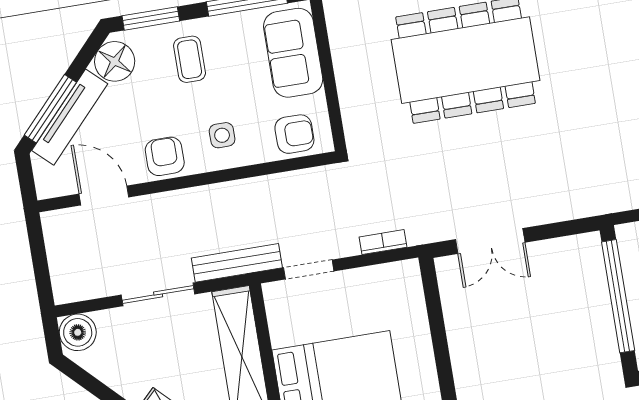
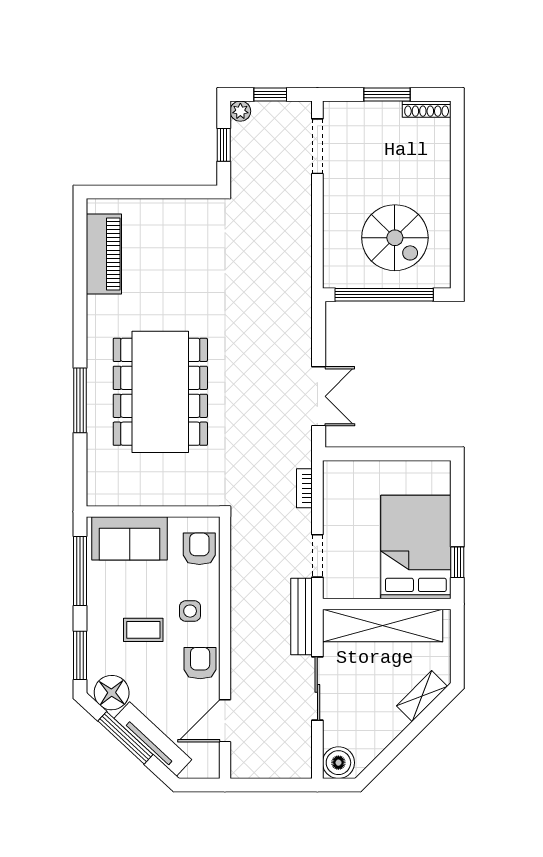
coffee table: (190, 59) -> (143, 630), moved
window: (50, 109) -> (125, 738), moved
armchair: (165, 156) -> (200, 663), turned 90

